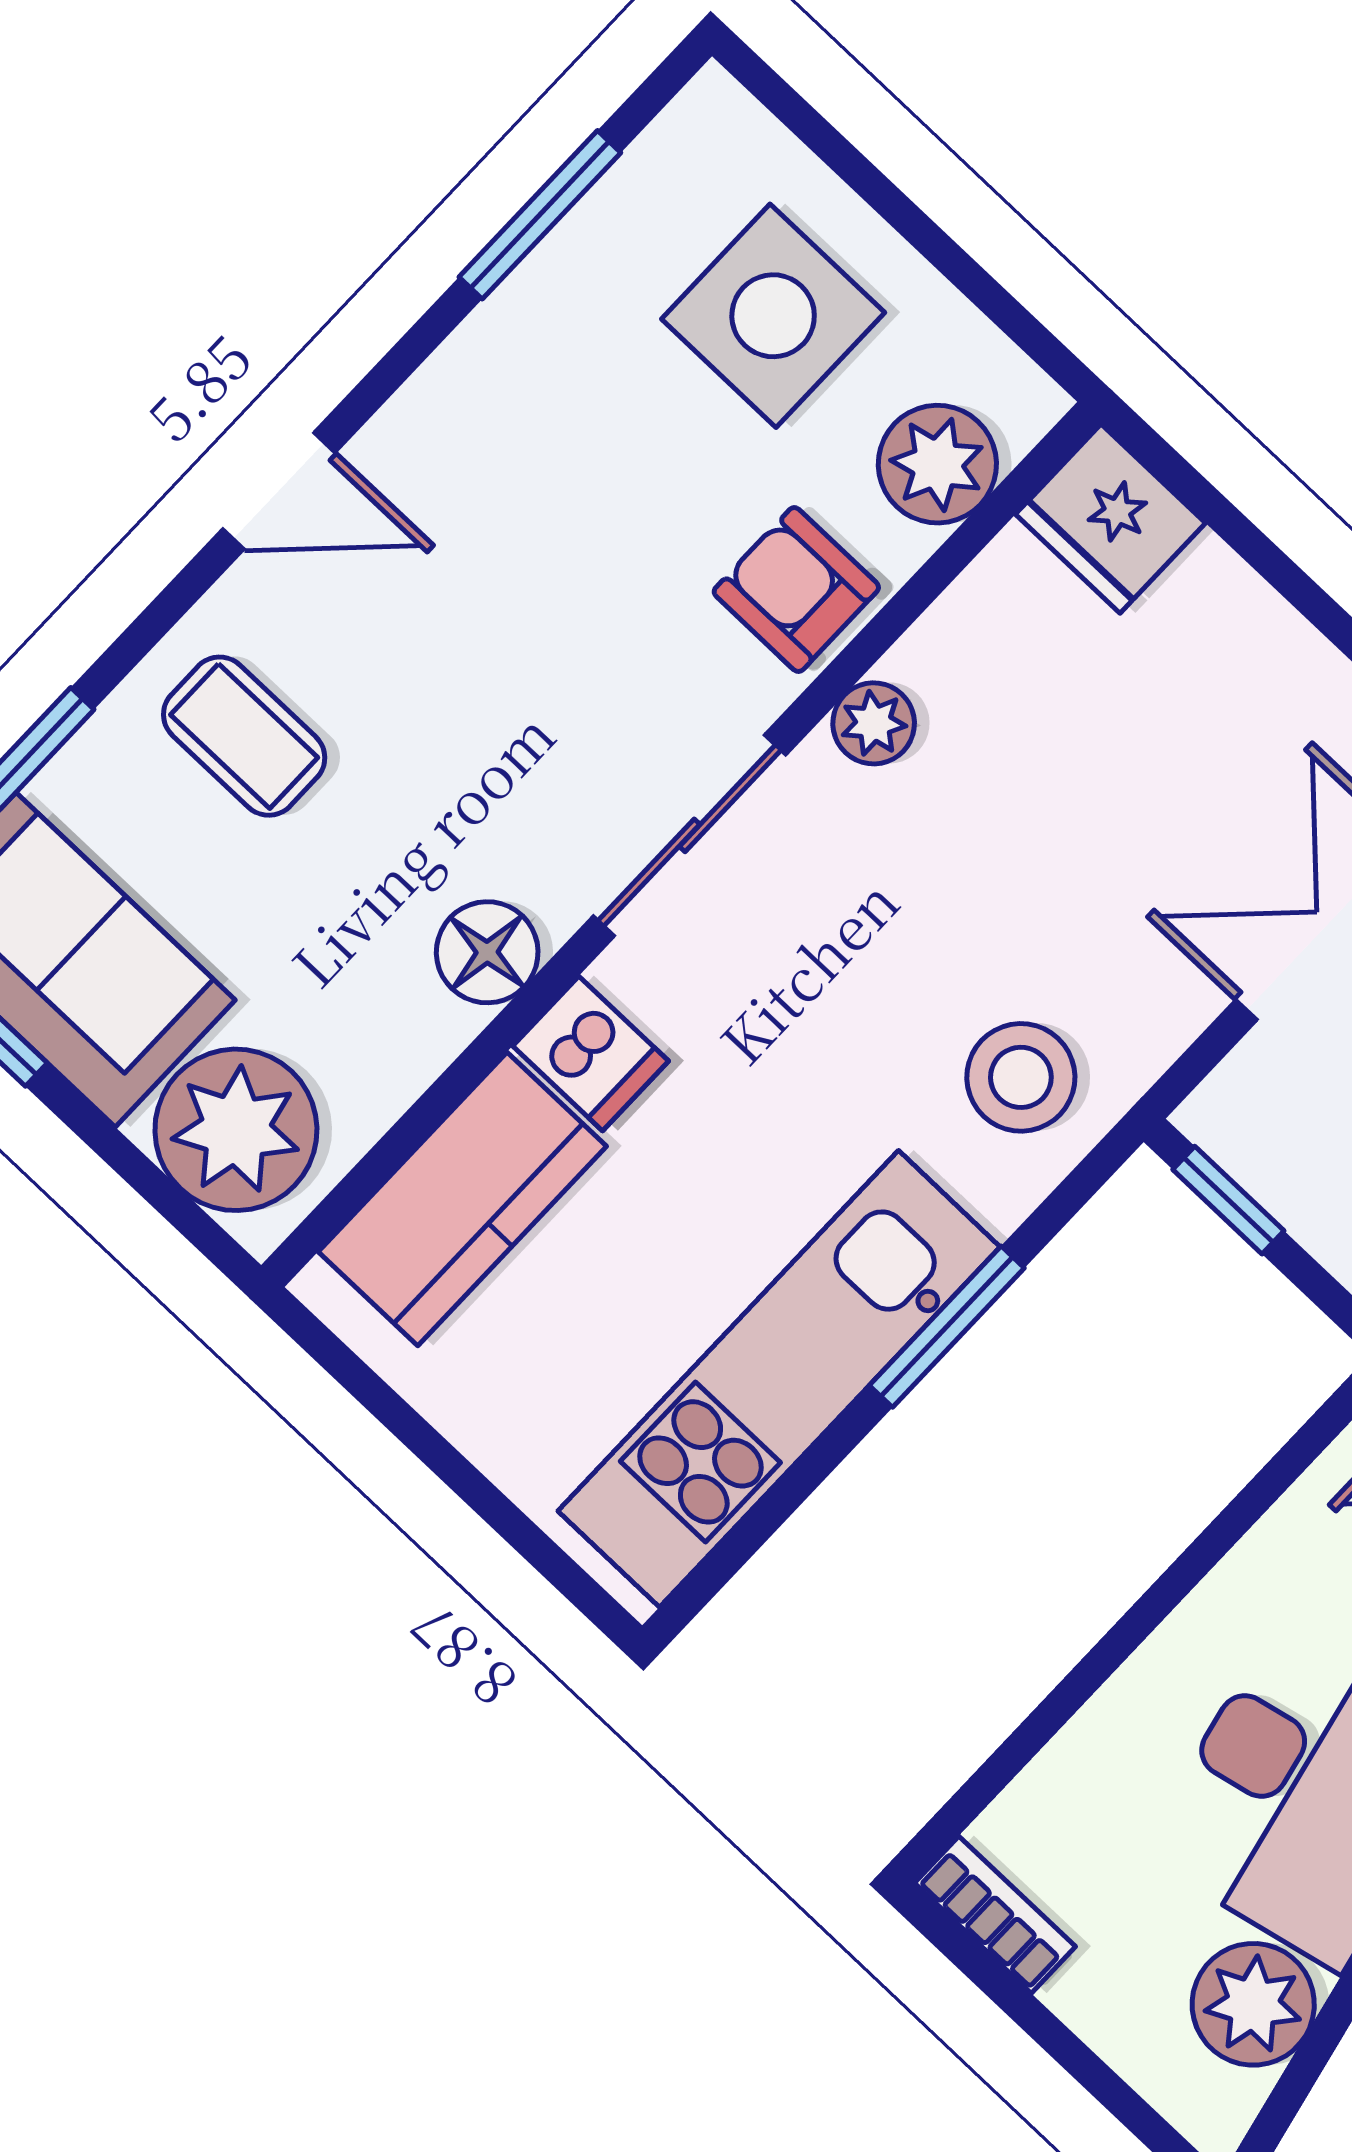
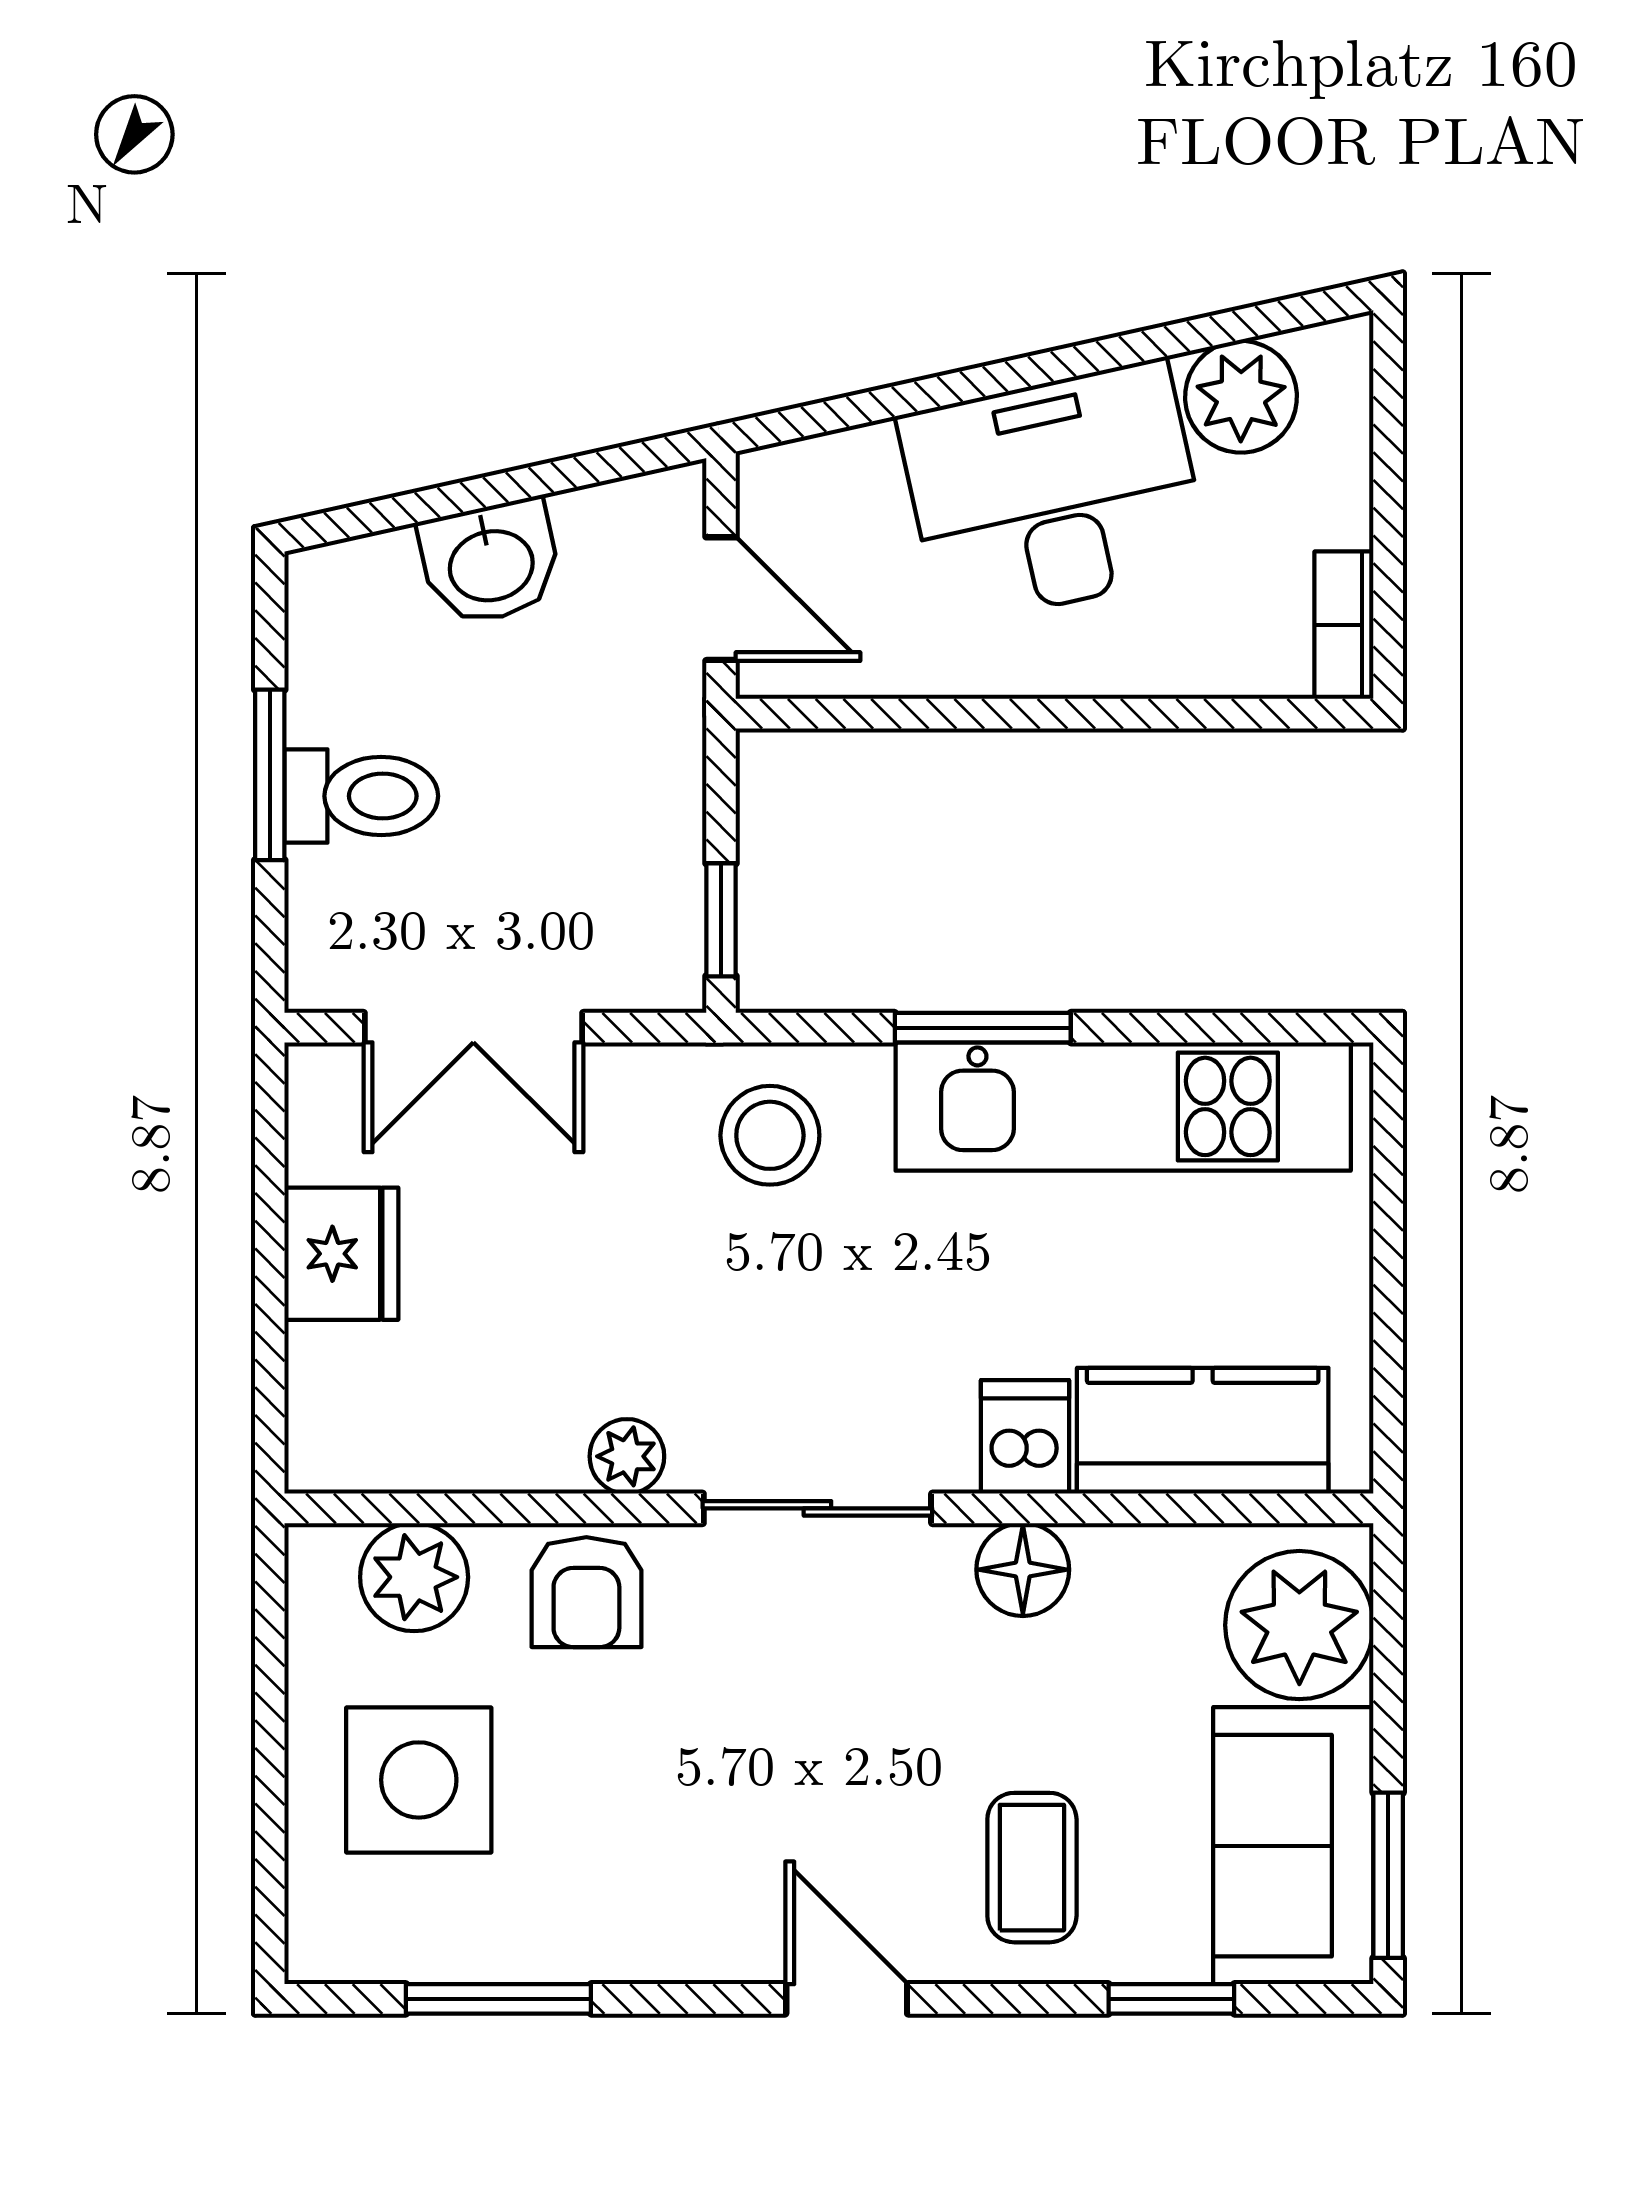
fridge: (1111, 519) -> (341, 1254), moved

